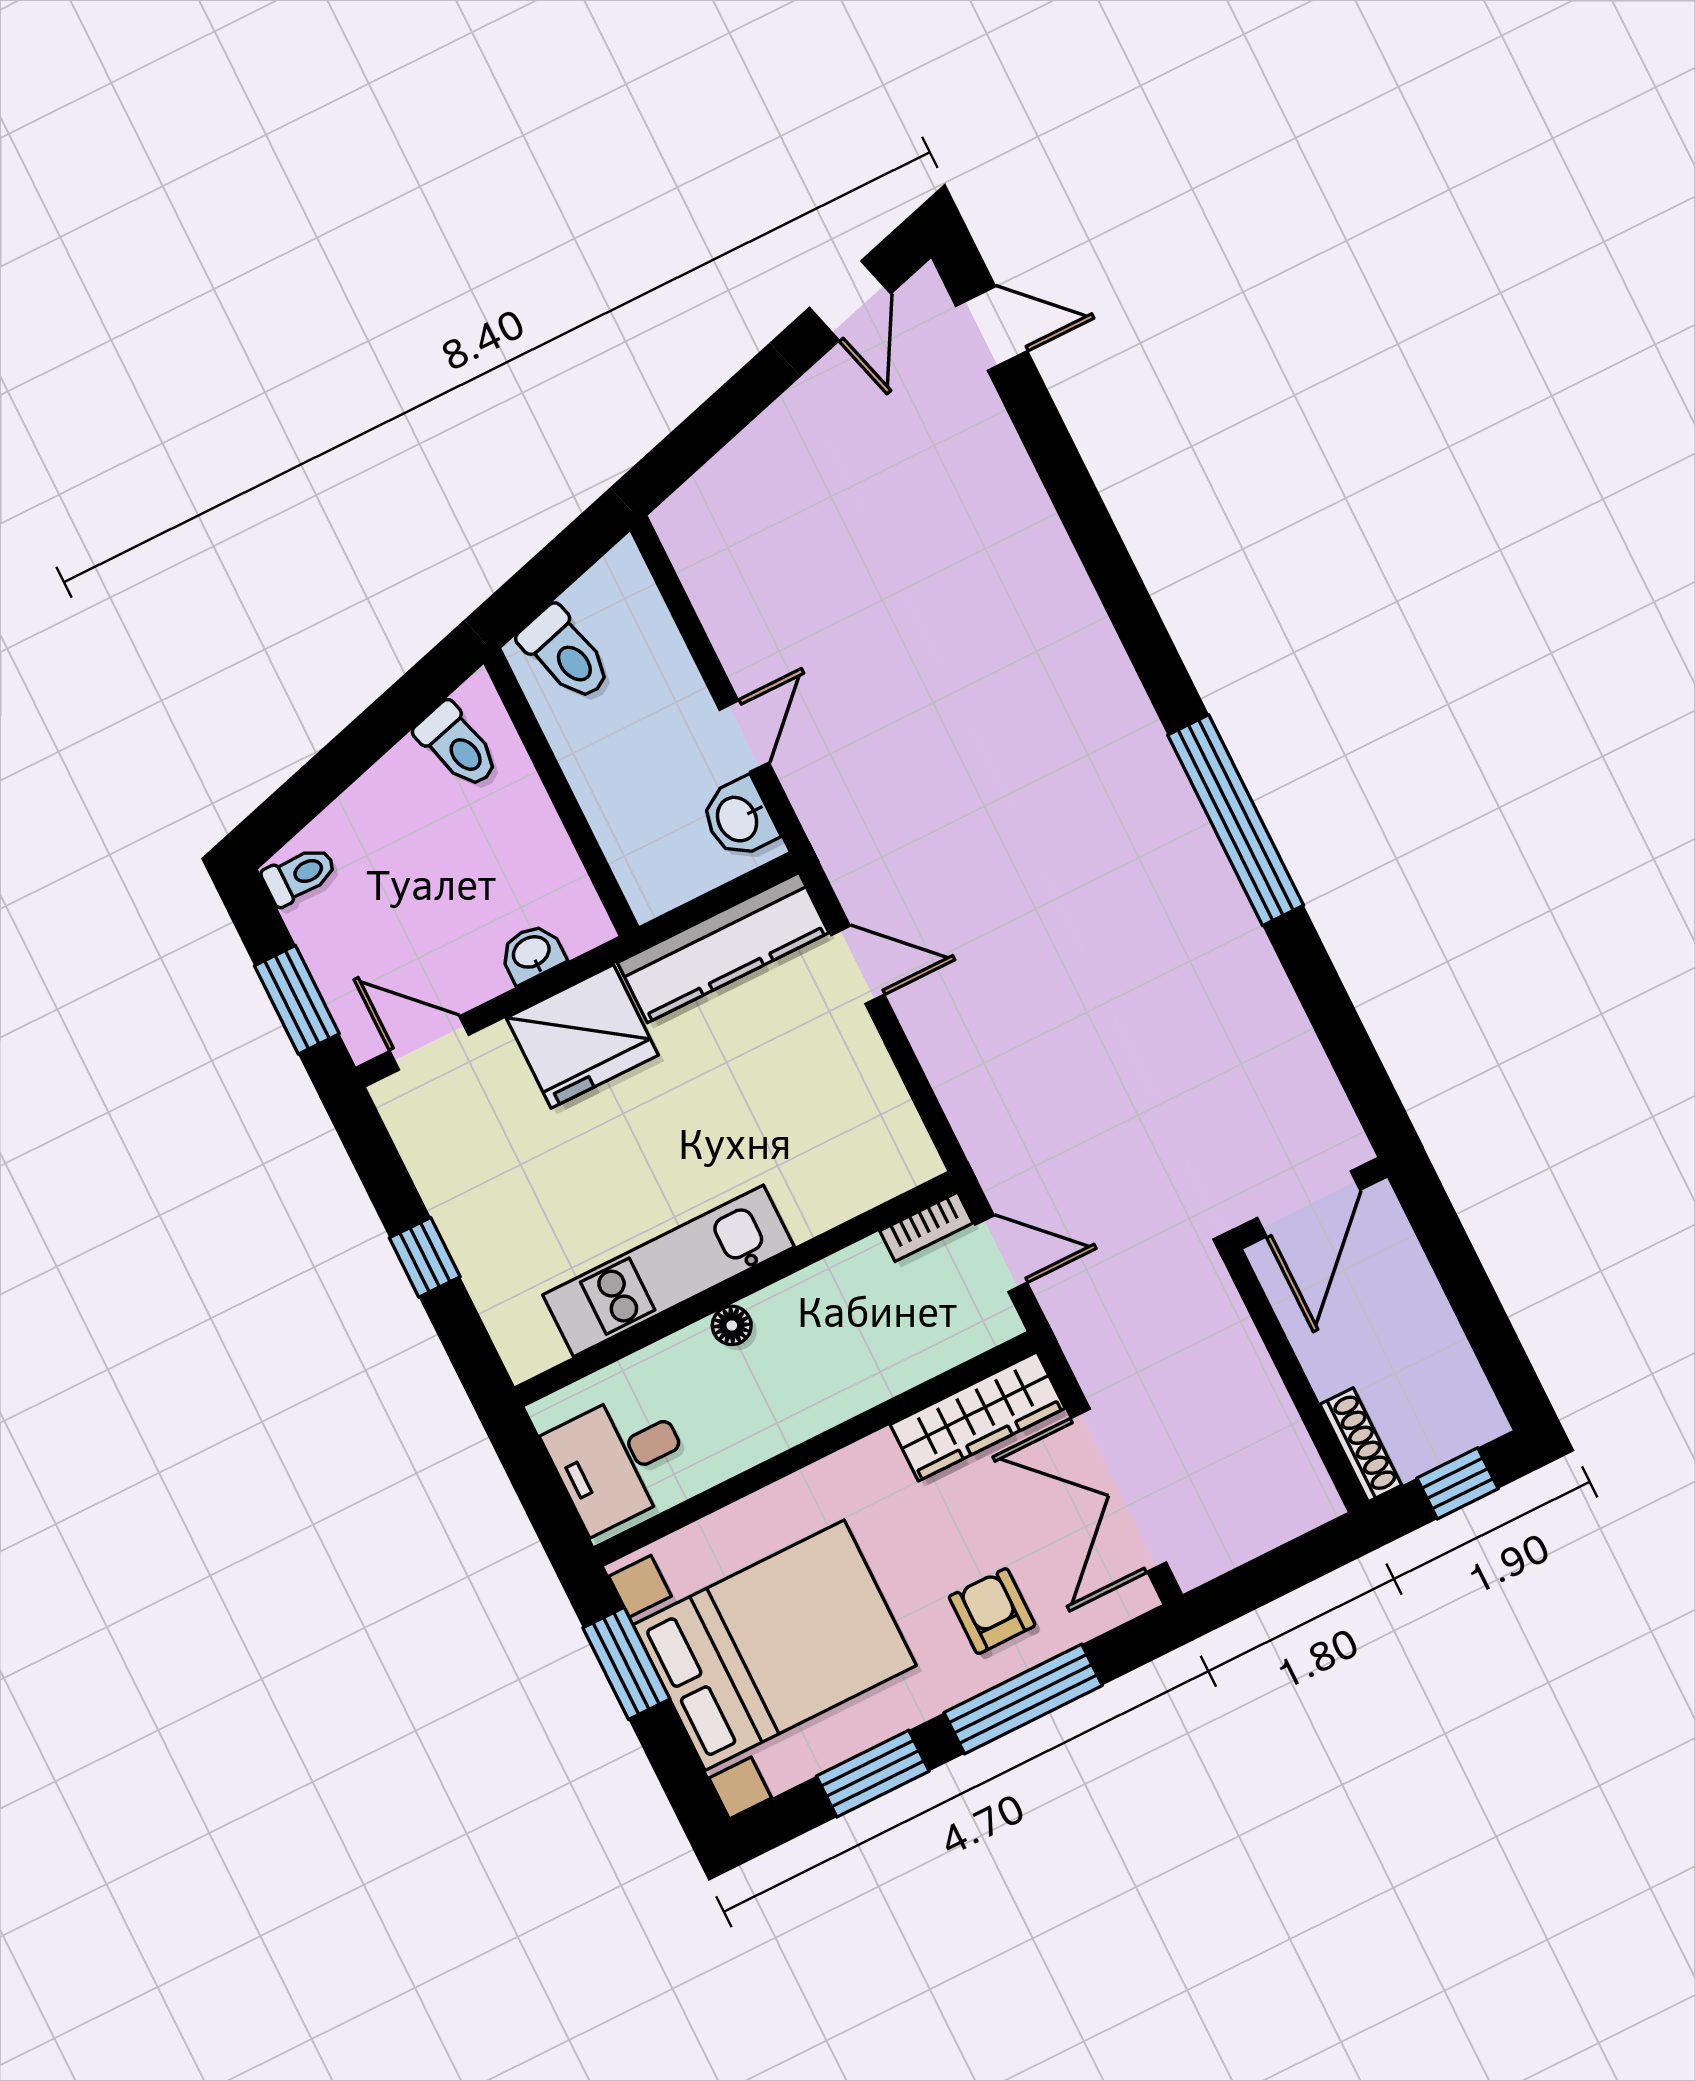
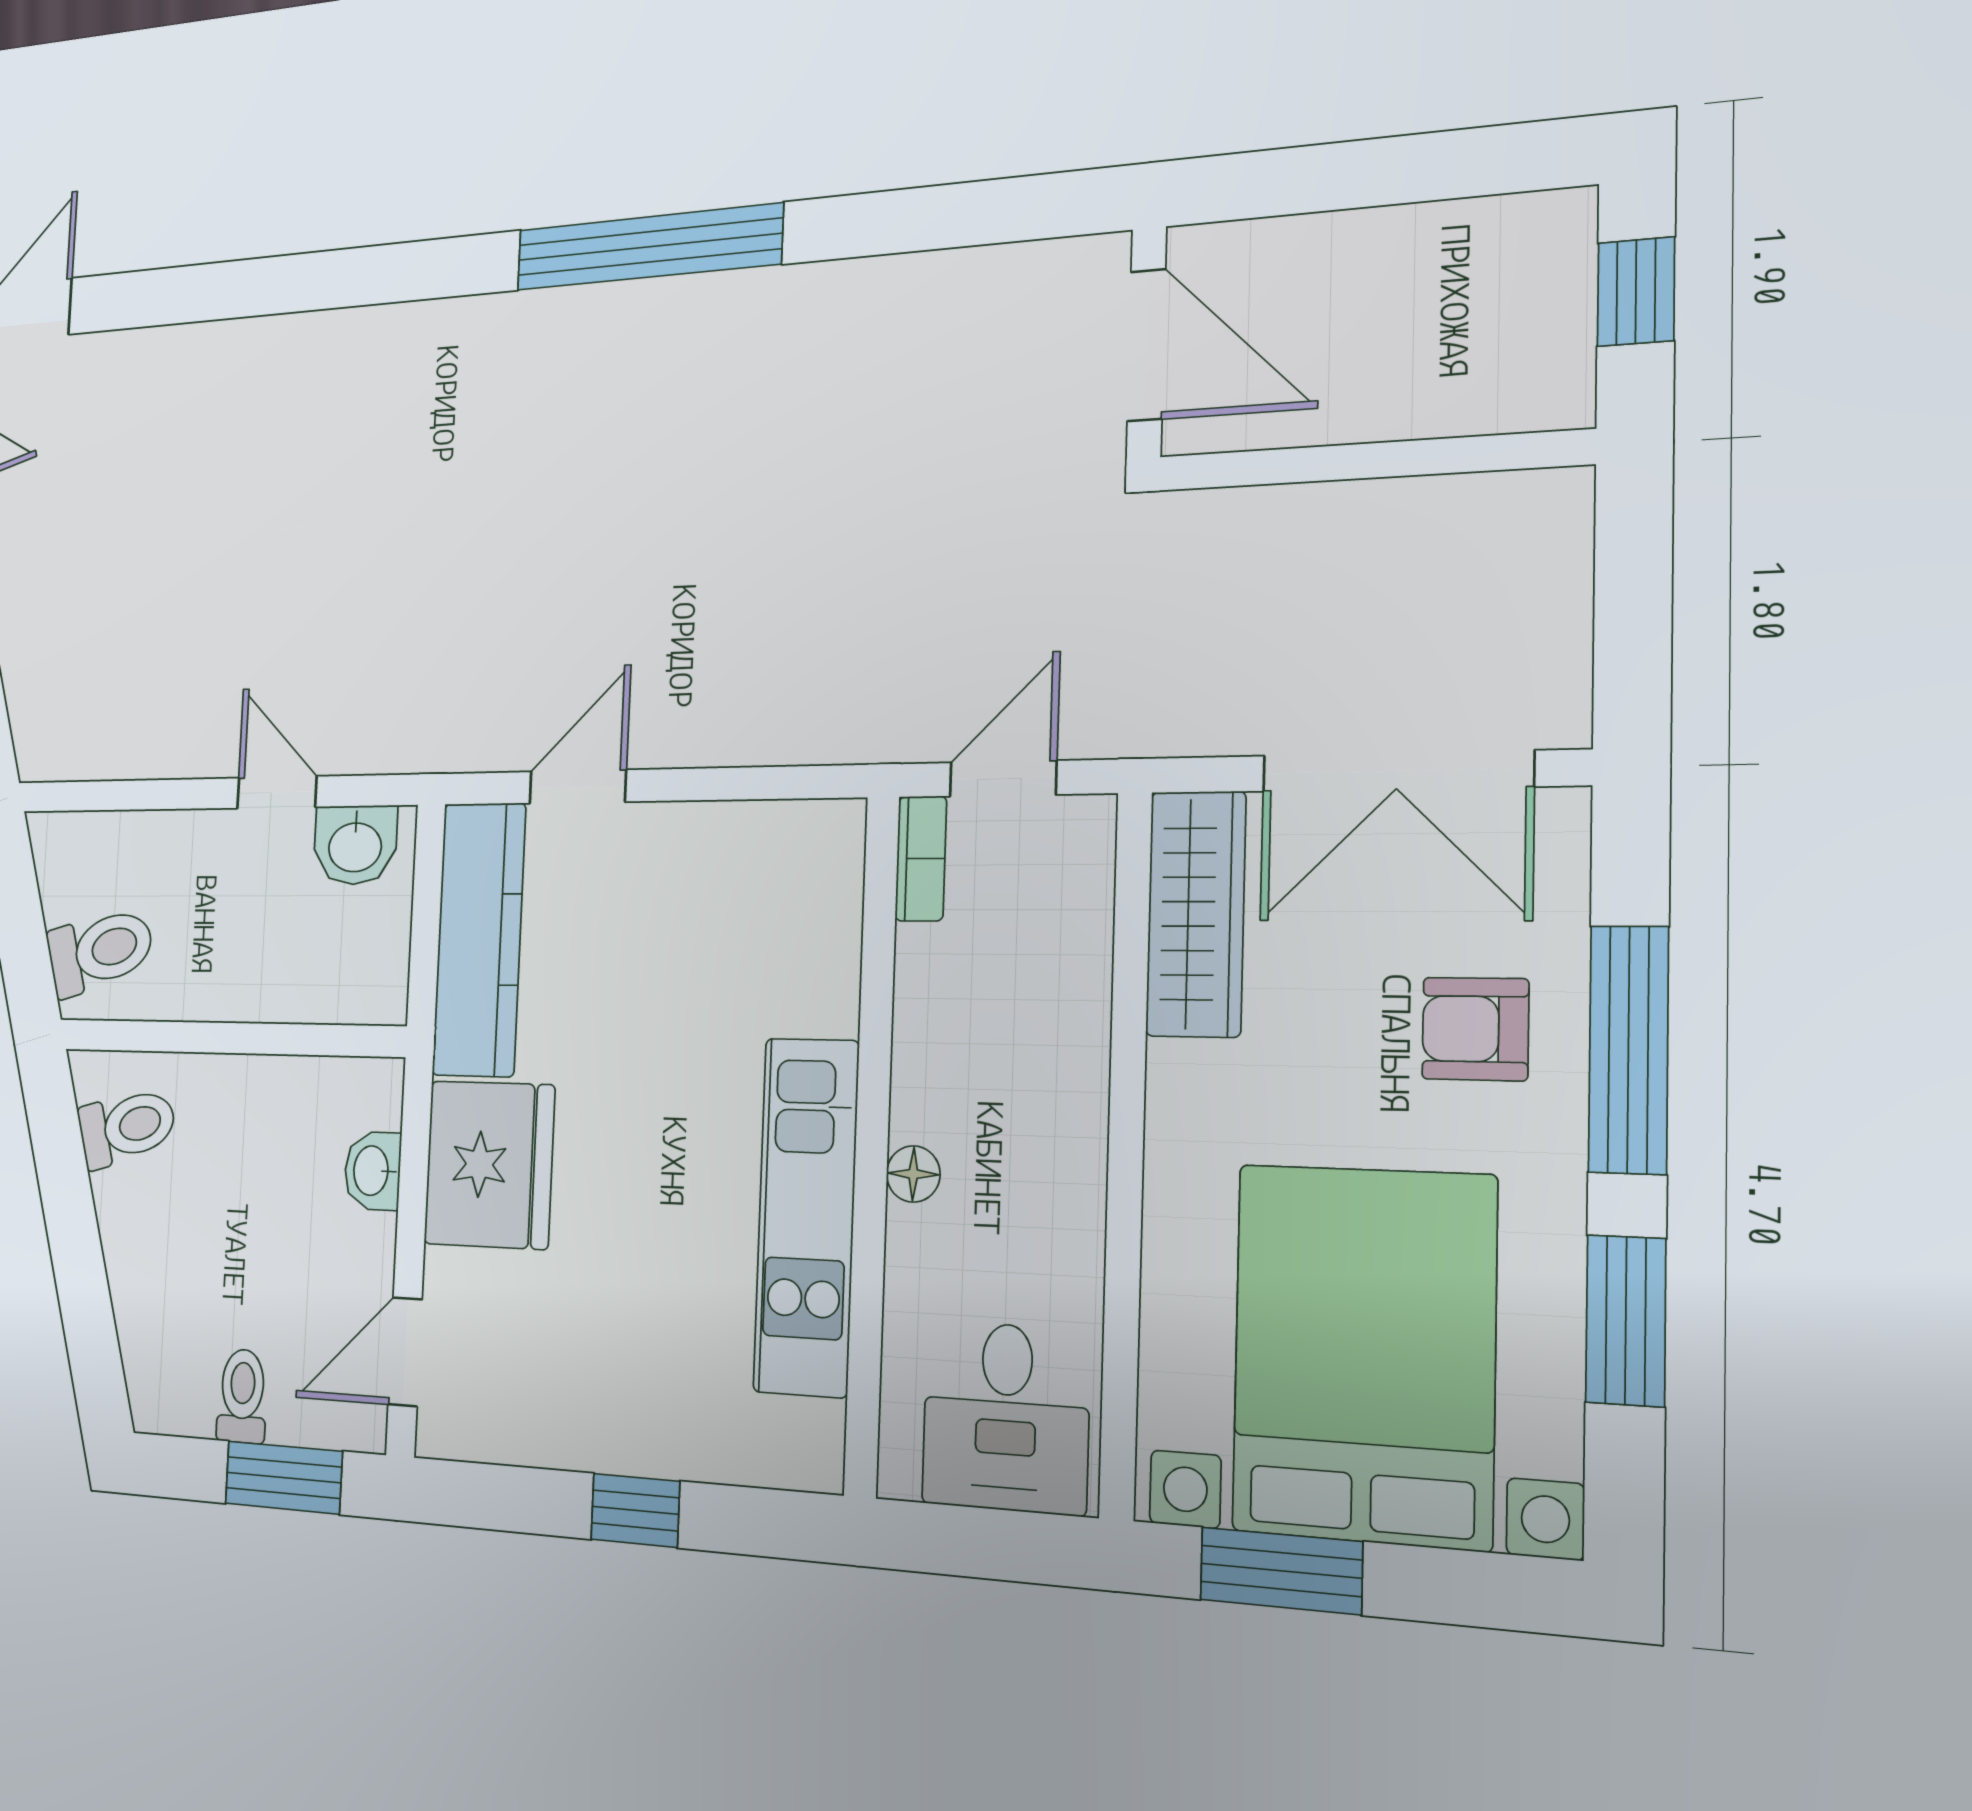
toilet: (299, 875) -> (242, 1396), moved
shoe rack: (1361, 1445) -> (1508, 407), removed

